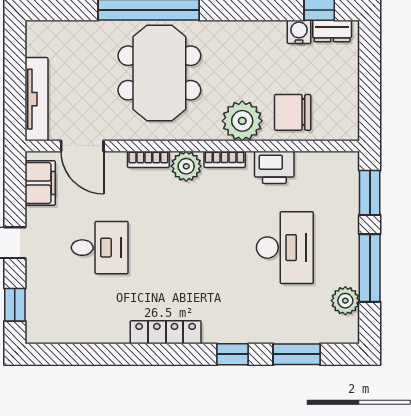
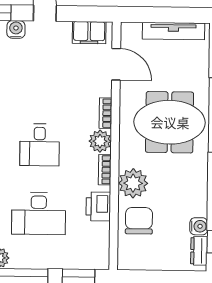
tv unit: (36, 99) -> (173, 31), moved
door: (82, 146) -> (116, 64), swing flipped
desk: (100, 248) -> (40, 145), moved
water cooler: (37, 282) -> (16, 29), added

